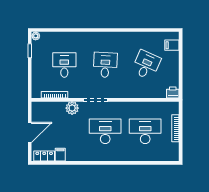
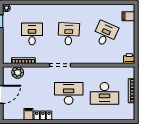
plant: (72, 108) -> (18, 73), moved
desk: (145, 131) -> (104, 93), turned 180
locker: (44, 156) -> (43, 115), moved

